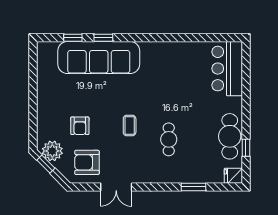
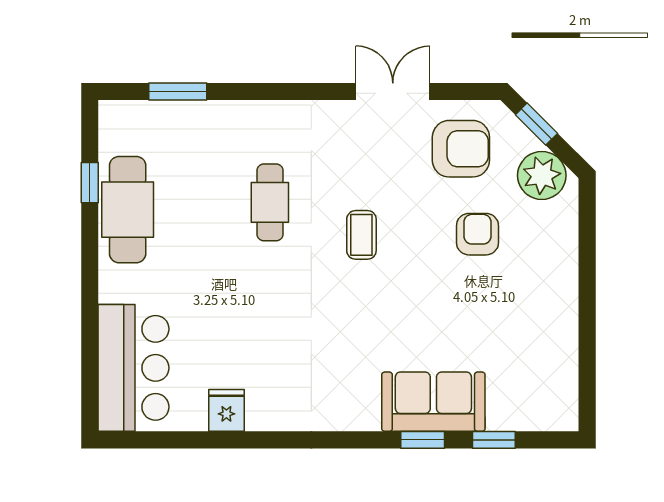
sofa: (99, 58) -> (433, 402), width x0.54, depth x0.79
window: (46, 164) -> (536, 124), moved
fridge: (233, 176) -> (226, 410), moved, turned -90
window: (193, 187) -> (178, 91), moved

